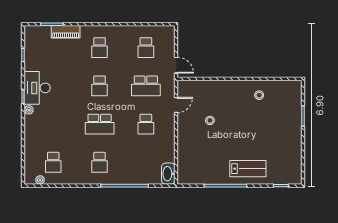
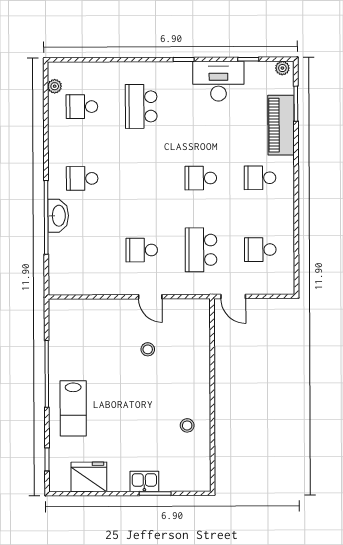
piano: (66, 32) -> (281, 125), width x1.37, depth x1.33
door: (176, 65) -> (233, 296), hinge flipped
desk: (37, 88) -> (218, 81), moved
door: (176, 105) -> (150, 297), moved
plant: (29, 110) -> (282, 68), moved
kitchen sink: (295, 123) -> (144, 481), added
school desk: (100, 124) -> (141, 106), moved
fridge: (292, 159) -> (89, 477), added
washbasin: (168, 174) -> (58, 216), moved, turned 90

